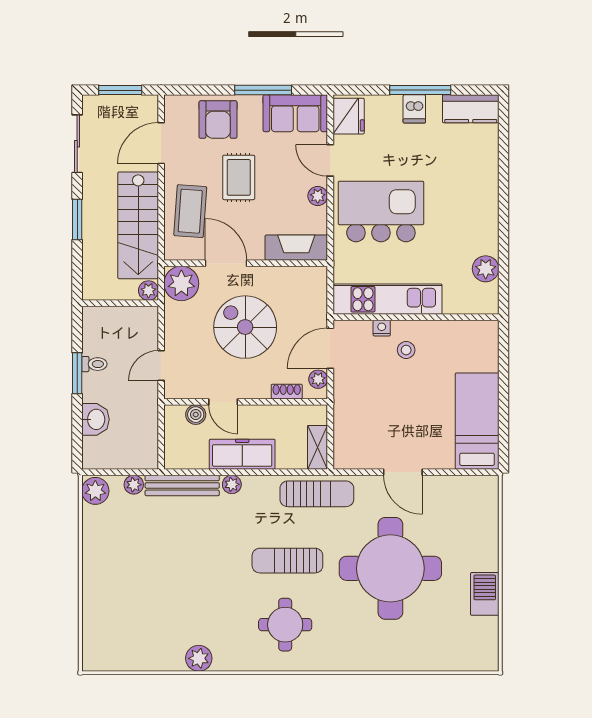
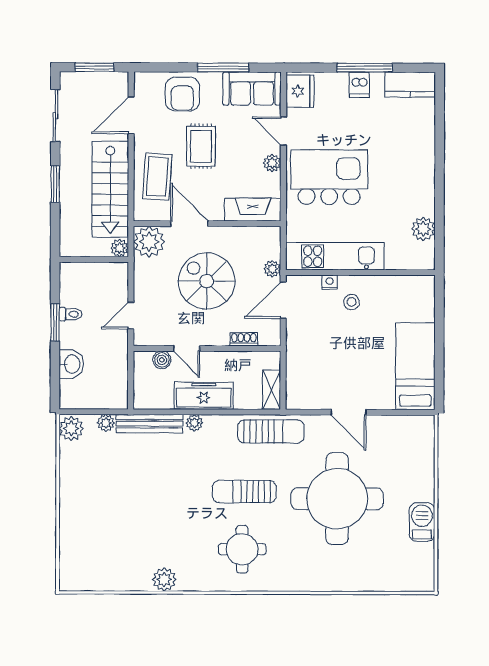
plant: (318, 379) -> (272, 269), moved

